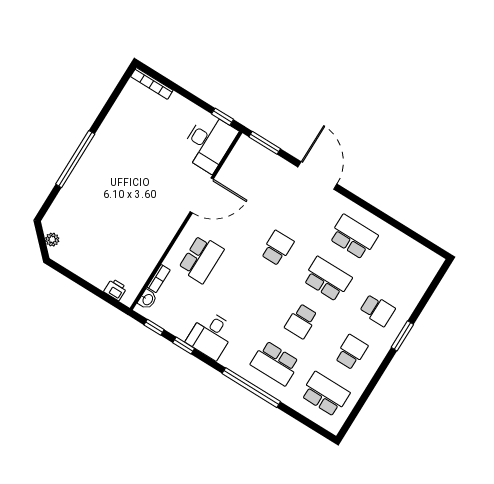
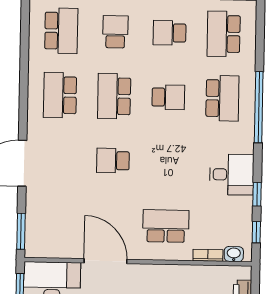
school desk: (403, 268) -> (61, 31), added

